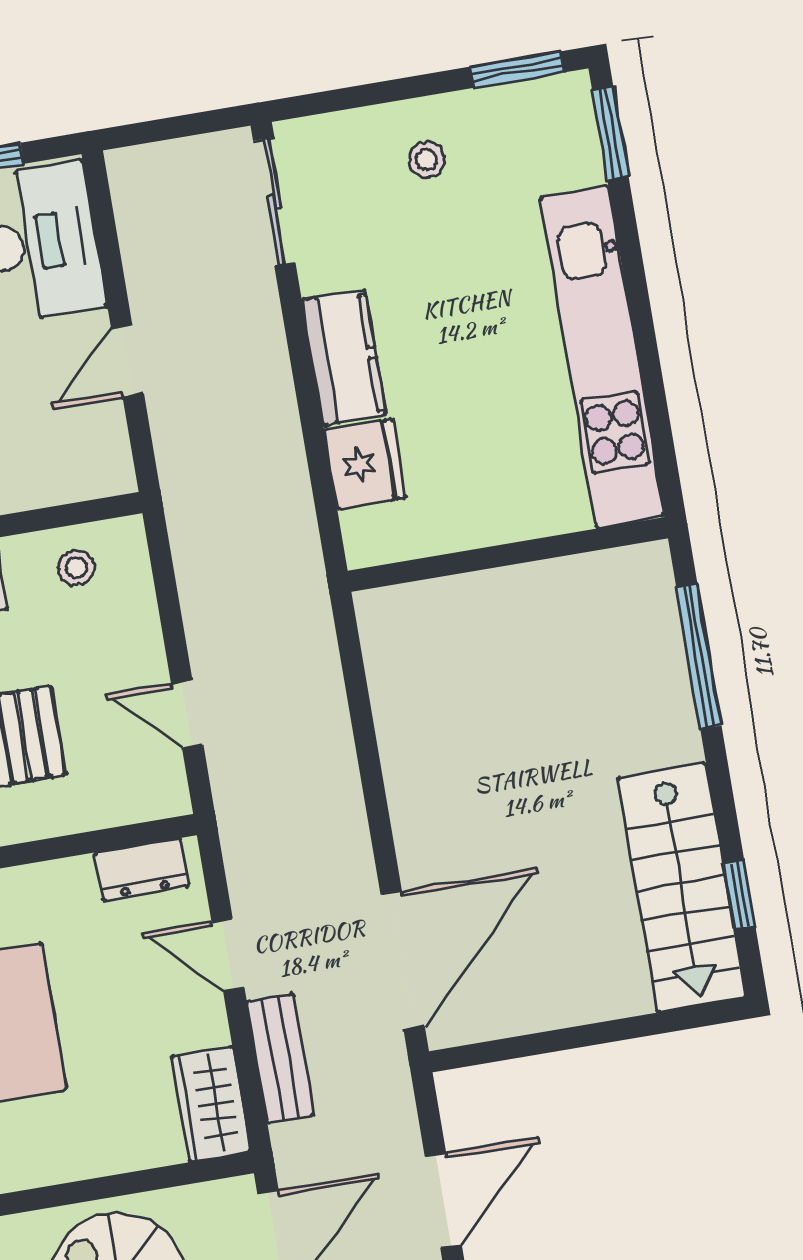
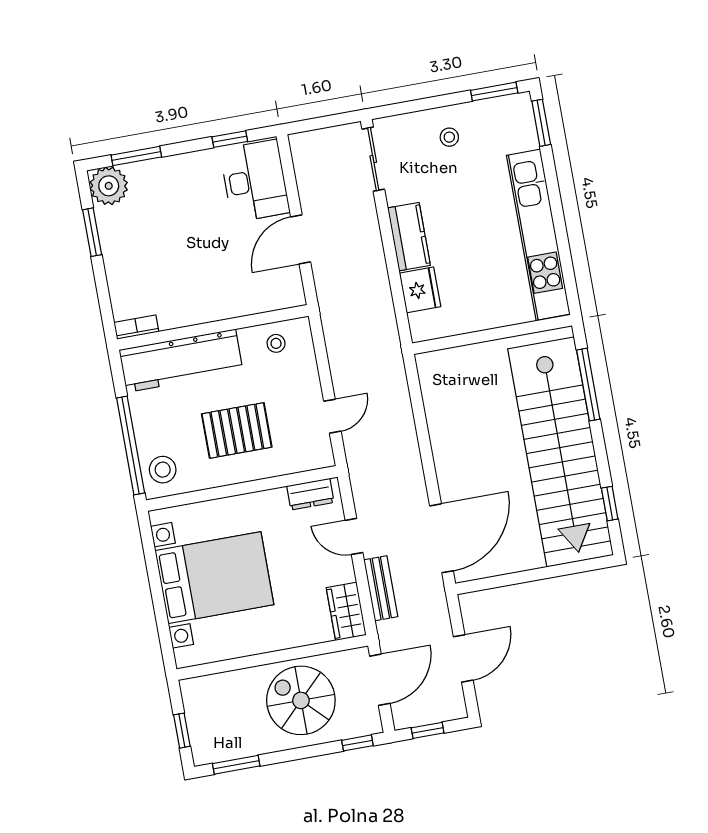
door: (127, 361) -> (301, 239), width x1.38
door: (187, 714) -> (332, 416), swing flipped
stairs: (681, 888) -> (561, 452), width x1.86, depth x1.51

